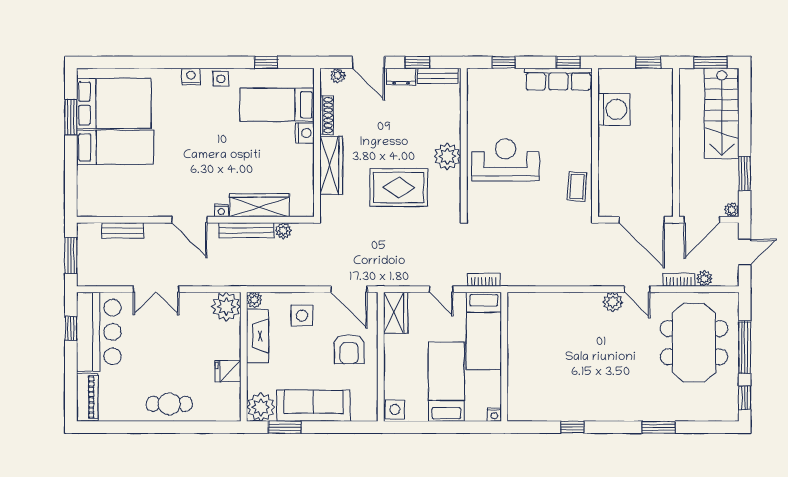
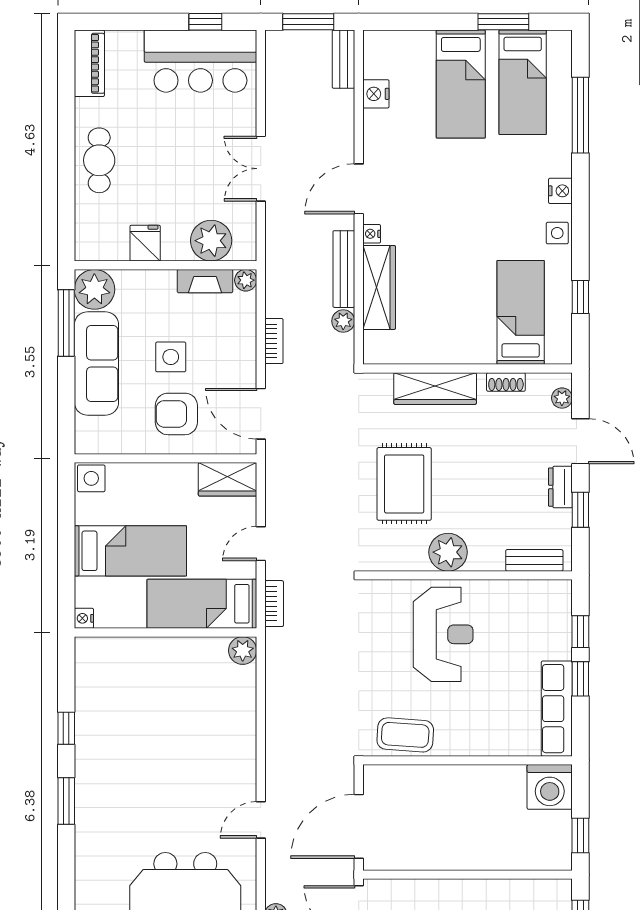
window: (137, 62) -> (580, 115), added
door: (369, 62) -> (580, 441), swing flipped
window: (568, 62) -> (580, 679), moved
bench: (438, 76) -> (534, 560), moved, turned 90
bed: (114, 103) -> (523, 82), width x0.67
washing machine: (614, 109) -> (550, 787), moved
shoe rack: (327, 115) -> (506, 382), width x0.70
nightstand: (305, 133) -> (376, 94), moved, turned 90
coffee table: (577, 187) -> (405, 735), width x1.36, depth x1.30
bench: (123, 231) -> (343, 59), moved
bookcase: (679, 280) -> (274, 341), moved
double door: (156, 289) -> (261, 169), moved
door: (349, 289) -> (261, 414), hinge flipped
plant: (613, 302) -> (243, 651), moved
plant: (226, 307) -> (211, 241), moved
side table: (302, 316) -> (171, 357), moved
fireplace: (258, 336) -> (205, 281), width x0.73, depth x0.76
piano: (87, 397) -> (89, 63), moved, turned -90
window: (285, 427) -> (66, 323), width x1.44
window: (658, 427) -> (66, 801), moved

